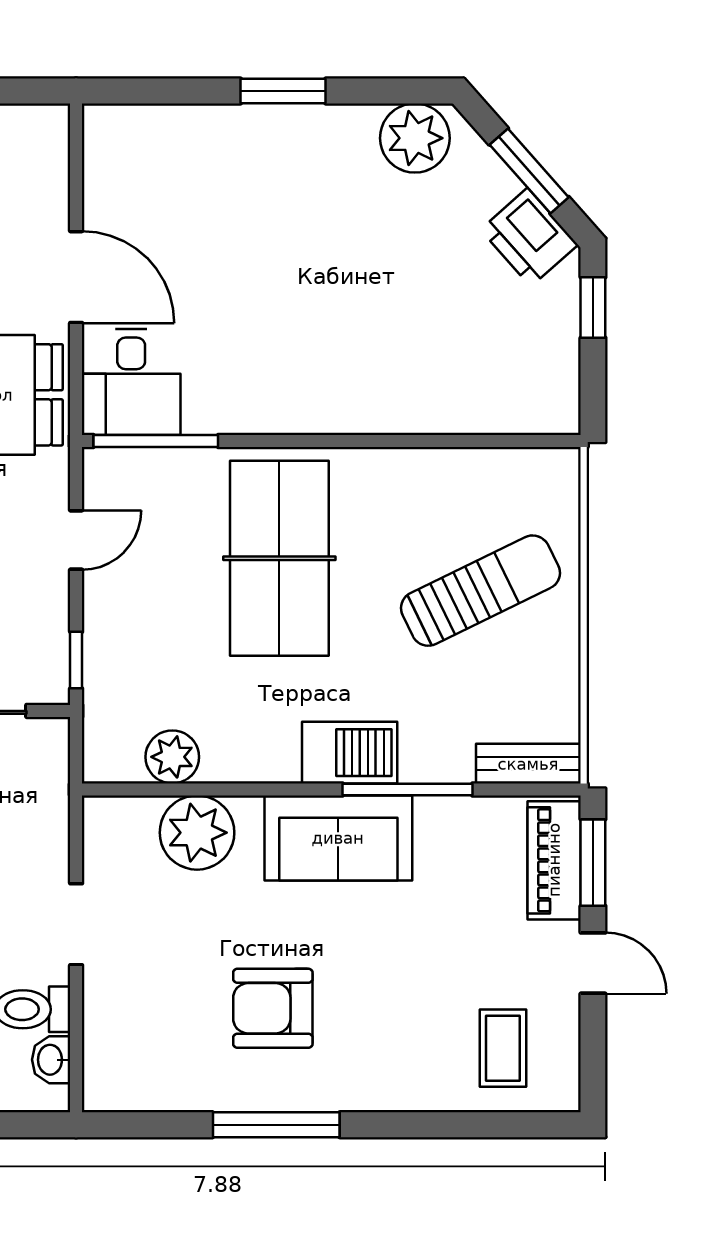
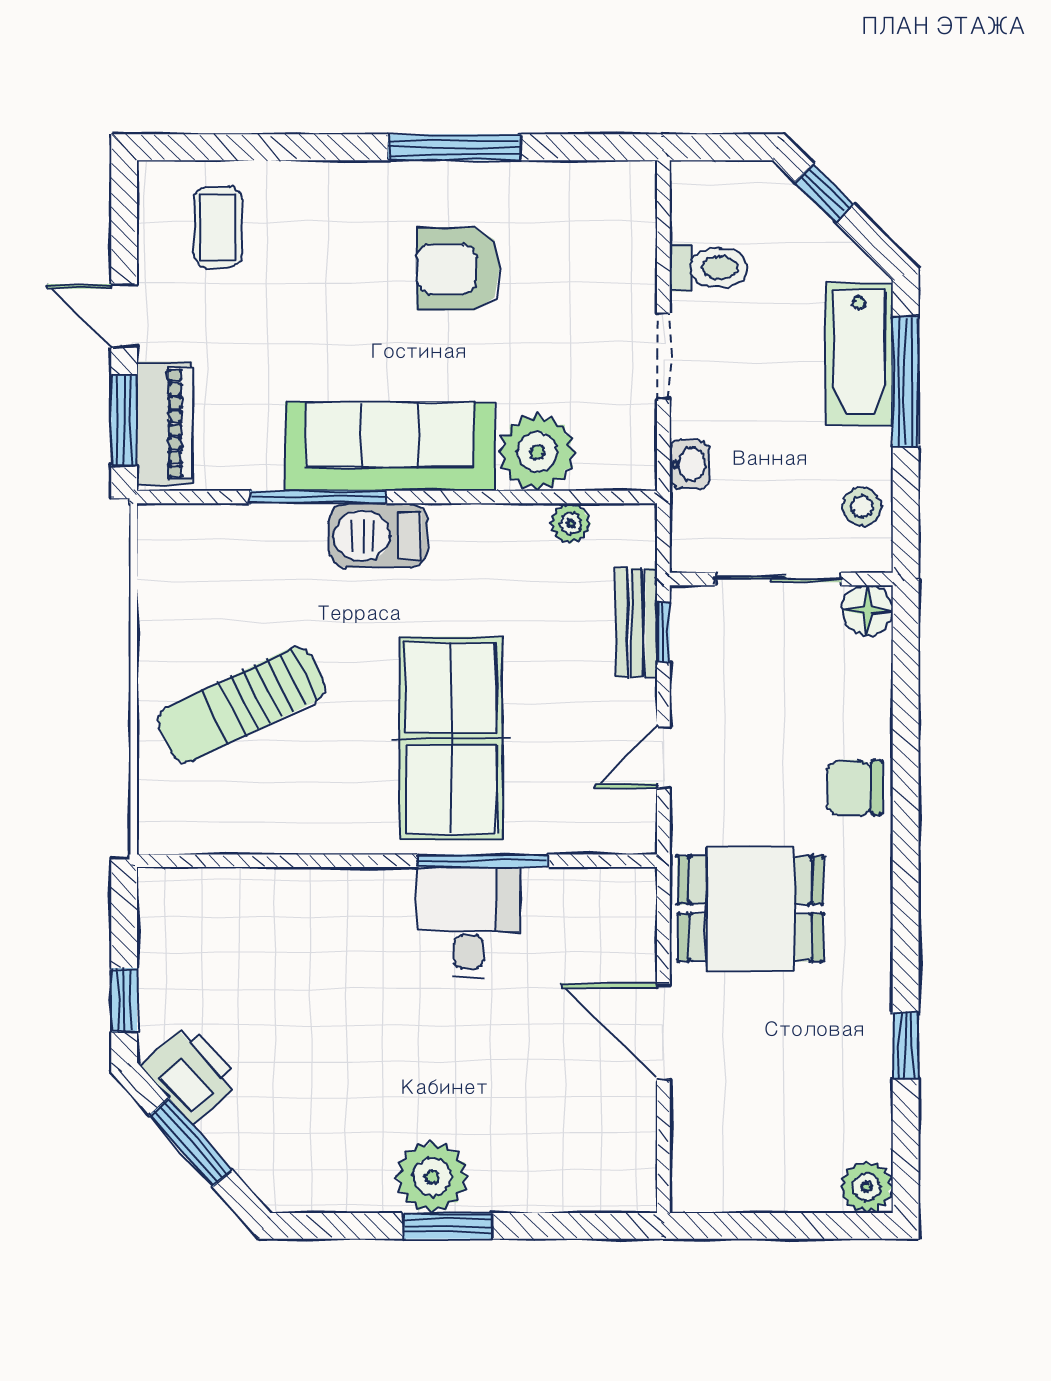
plant: (415, 138) -> (432, 1177), moved
desk: (131, 382) -> (469, 922), moved
window: (156, 441) -> (483, 861), moved
plant: (172, 757) -> (571, 523), width x0.73, depth x0.73
bench: (528, 764) -> (636, 623), moved, turned 90
sofa: (338, 838) -> (390, 446), width x1.36
armchair: (273, 1008) -> (458, 269), turned 180
washbasin: (51, 1060) -> (689, 464), moved

